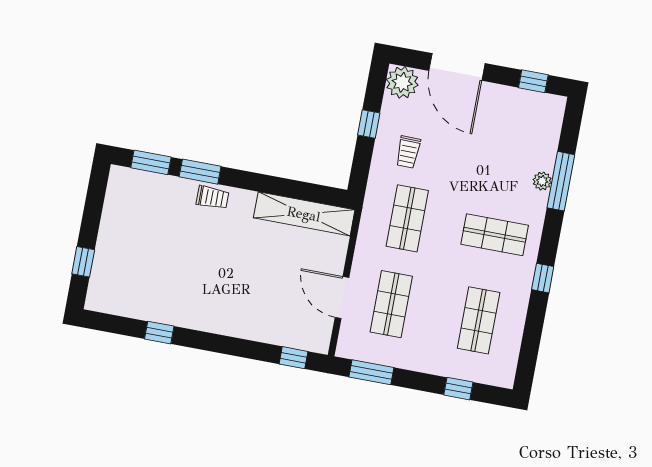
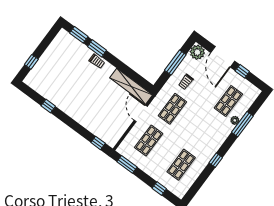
window: (533, 81) -> (242, 71), moved
window: (369, 124) -> (175, 63), width x2.17
shop shelf: (495, 235) -> (228, 101), moved, turned 90
door: (342, 297) -> (141, 113), moved

